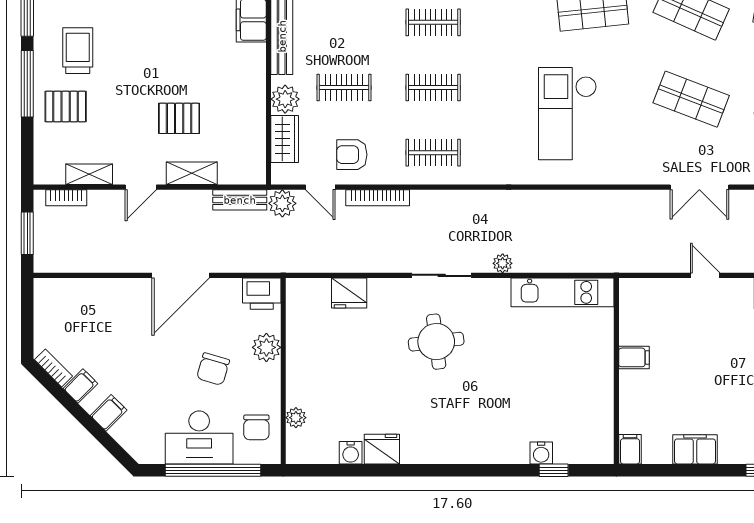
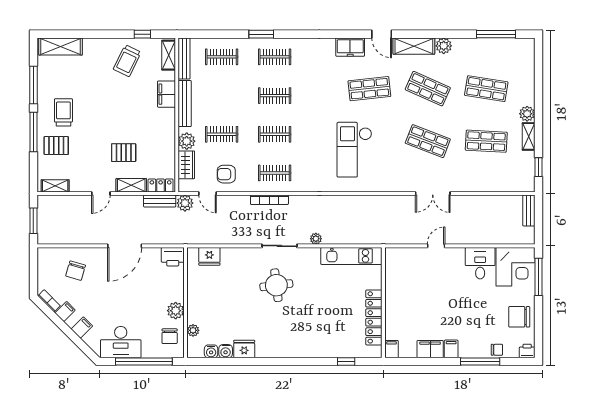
shelving: (89, 174) -> (55, 186), moved
locker: (241, 174) -> (161, 185), added
bookcase: (66, 198) -> (57, 200), removed
bookcase: (378, 198) -> (269, 200), moved
door: (705, 275) -> (436, 246), hinge flipped
fridge: (349, 293) -> (209, 256), moved
plant: (266, 347) -> (176, 311), moved
filing cabinet: (634, 357) -> (451, 349), moved, turned -90
chair: (213, 369) -> (76, 271), moved
locker: (600, 396) -> (374, 317), added
desk: (199, 437) -> (121, 342), moved
water cooler: (541, 453) -> (211, 351), moved

